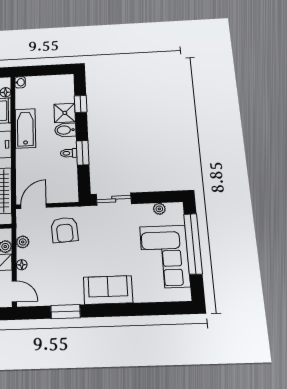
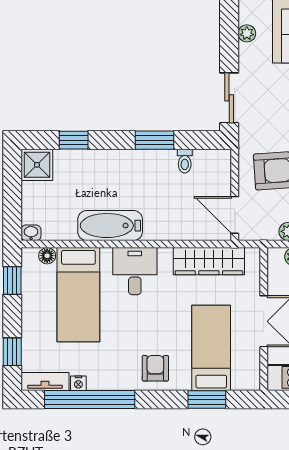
shower: (65, 113) -> (37, 165), moved
bidet: (65, 130) -> (116, 165), removed
toilet: (69, 153) -> (185, 161), moved

